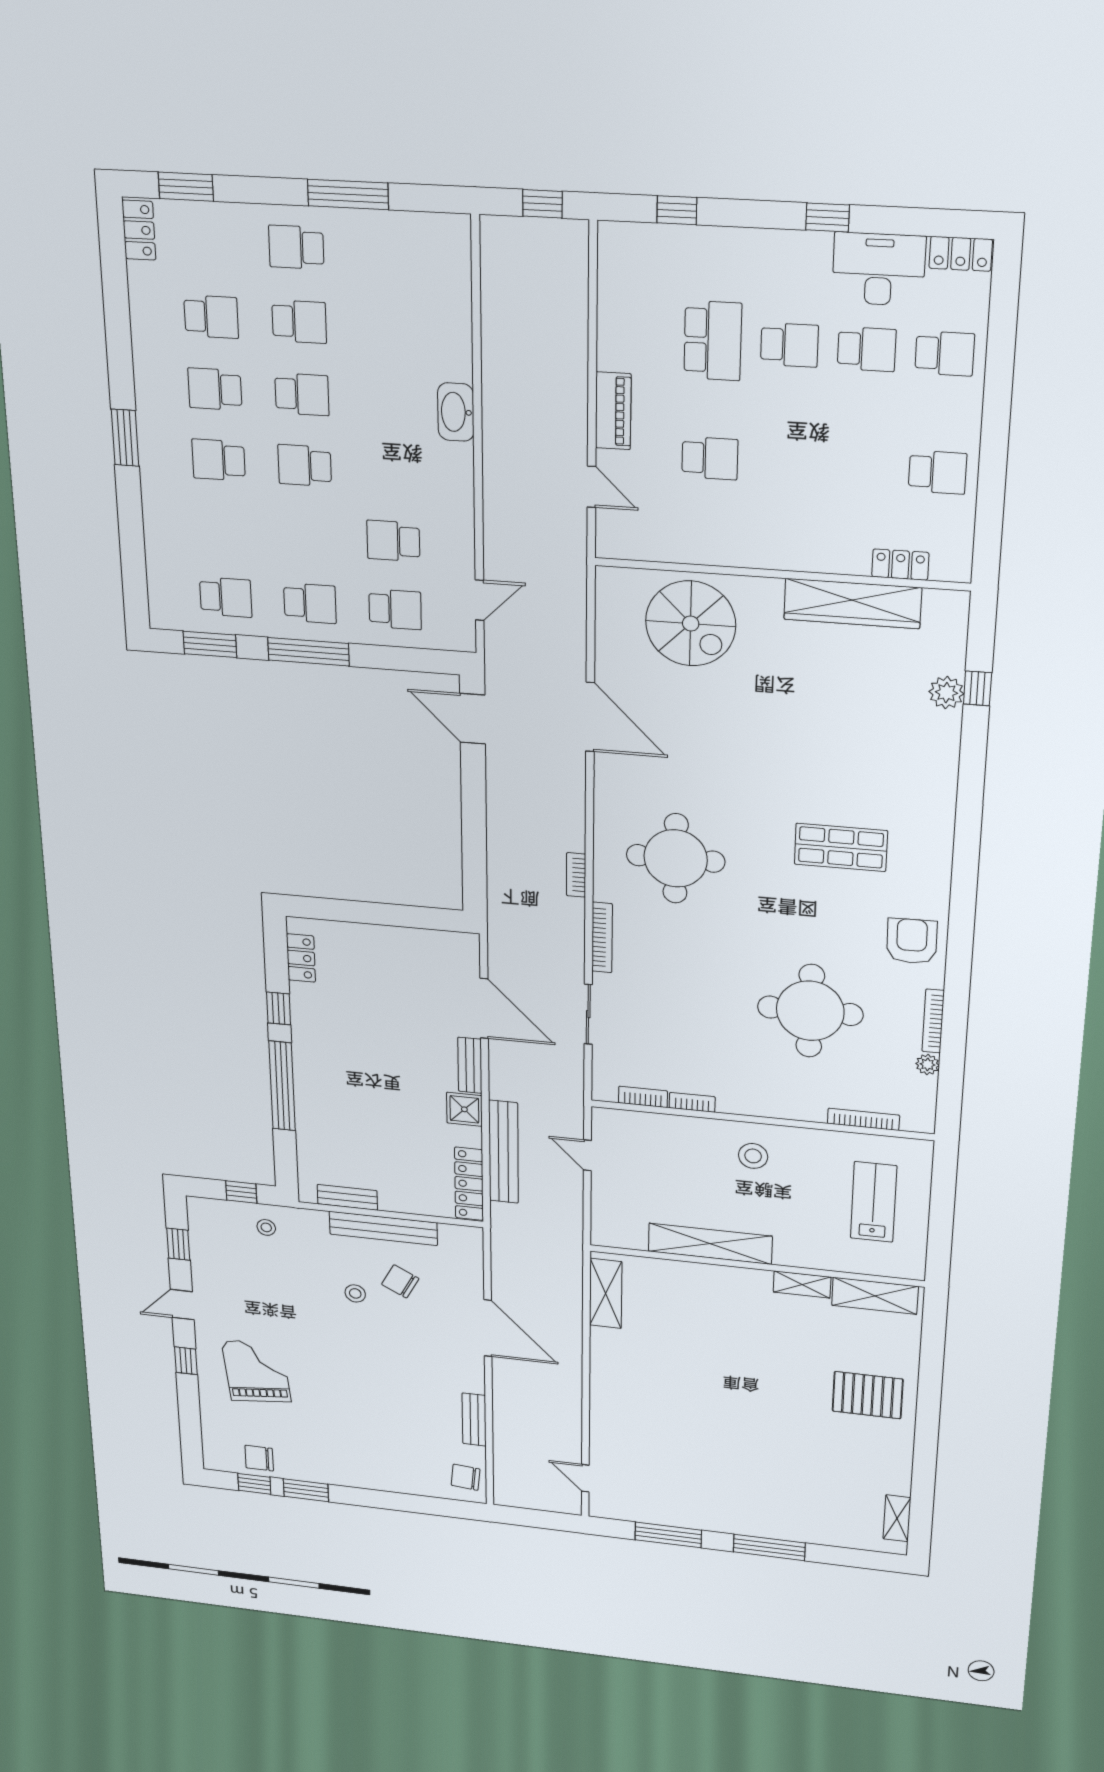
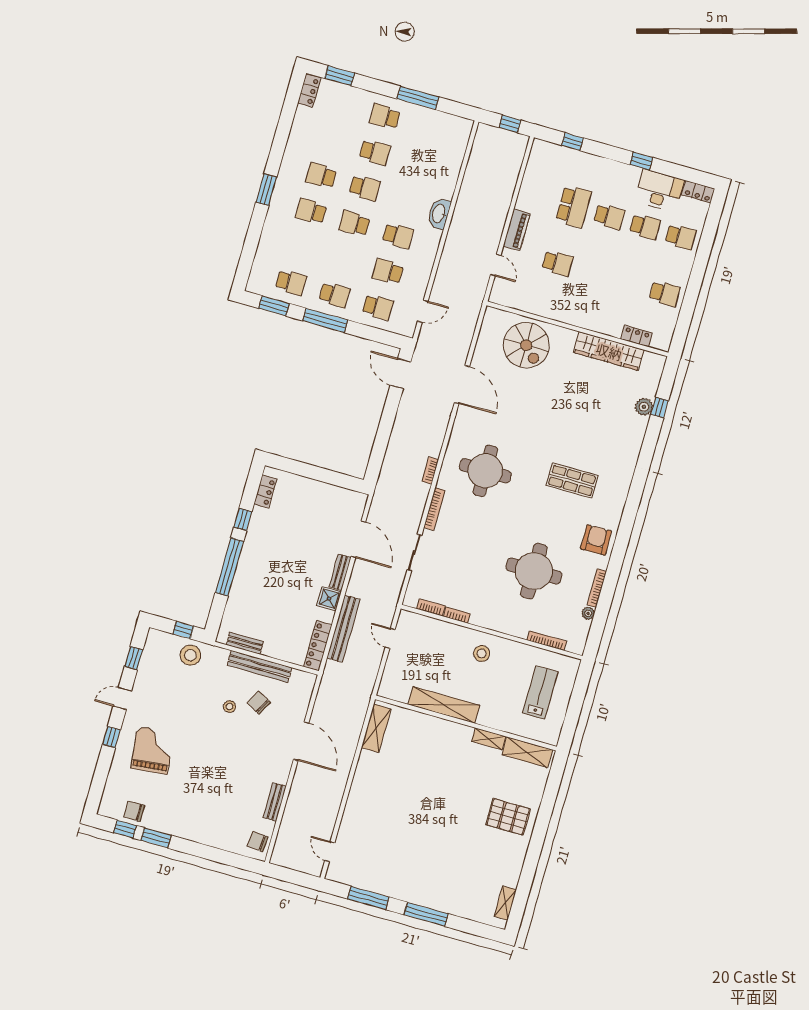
school desk: (211, 317) -> (398, 236), moved
stool: (266, 1227) -> (190, 655), width x1.89, depth x1.89

